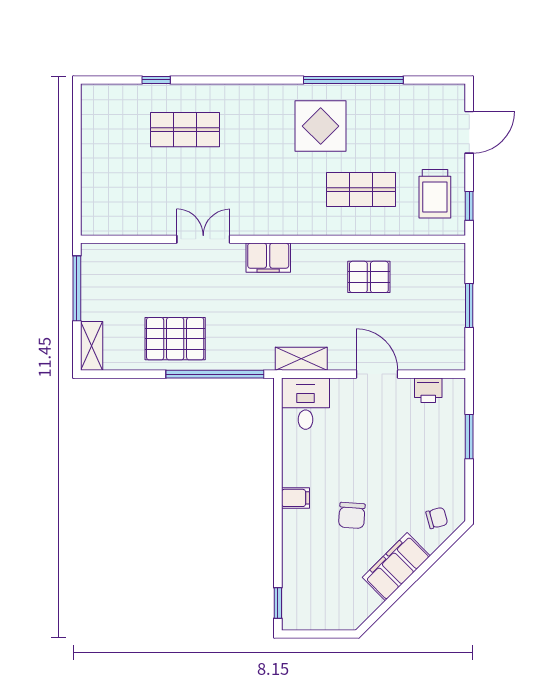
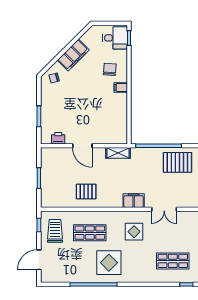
display table: (267, 192) -> (134, 232), added
desk: (306, 404) -> (115, 38), moved, turned -90
chair: (352, 515) -> (110, 69), moved

